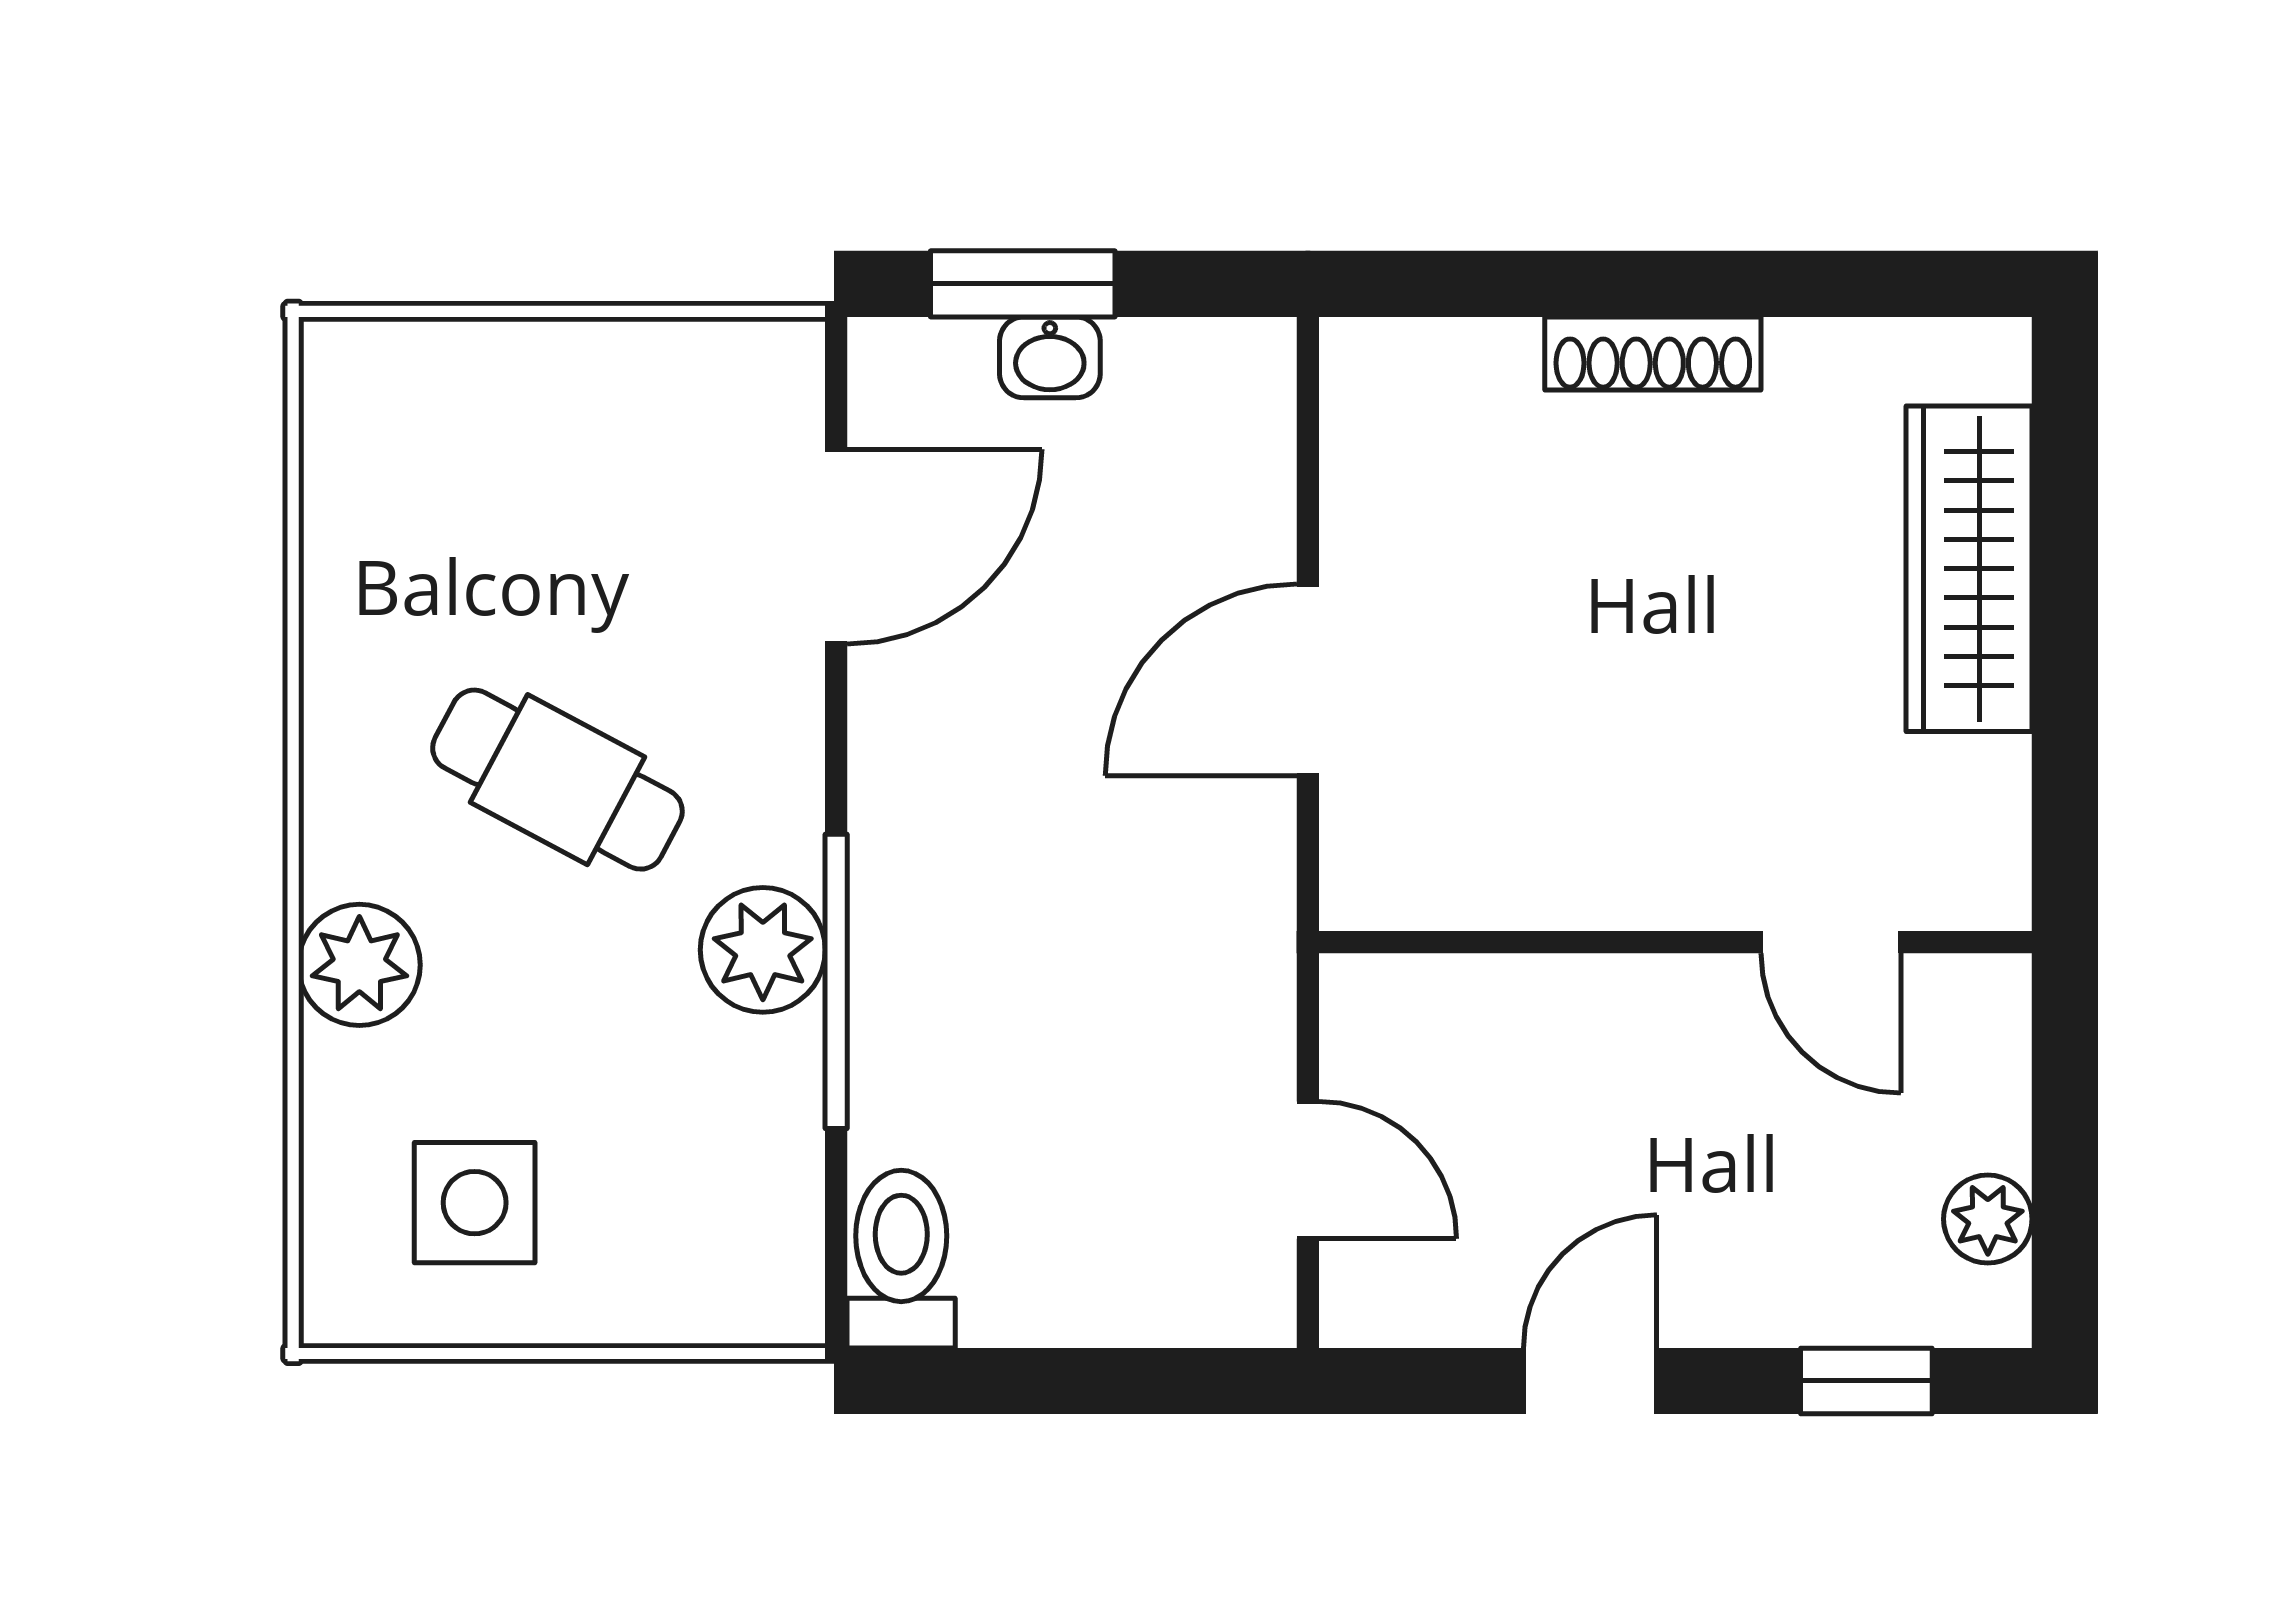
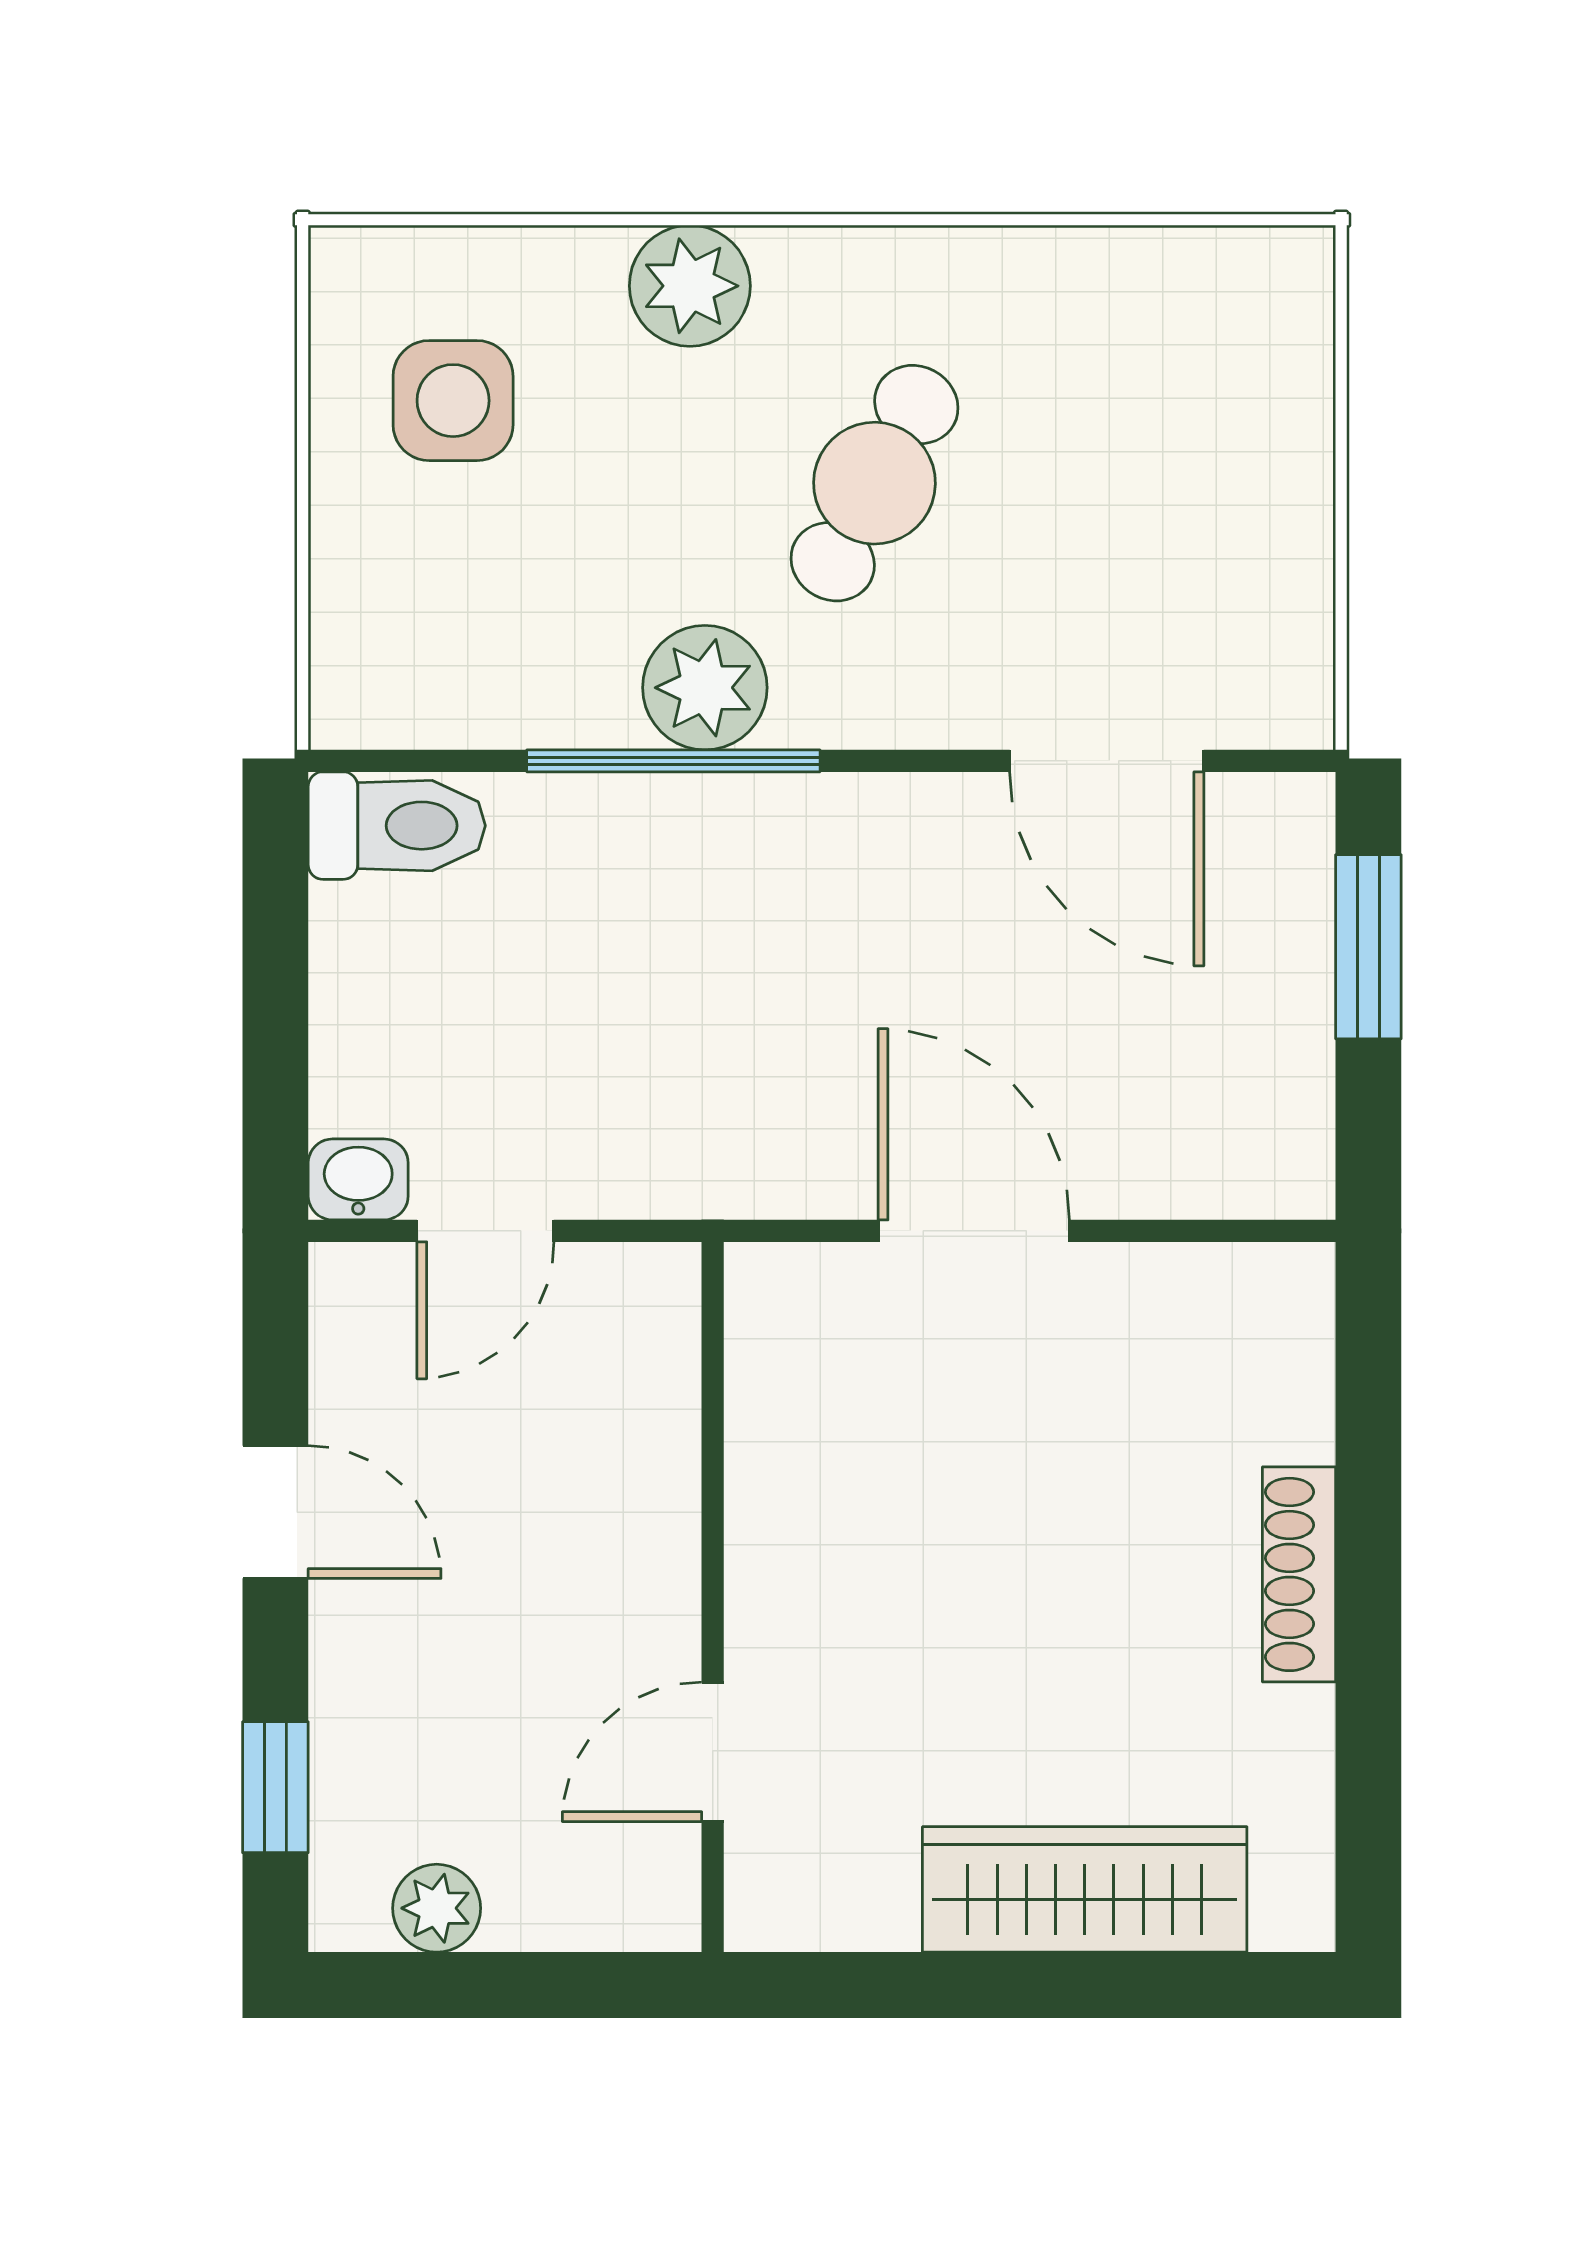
washbasin: (1050, 357) -> (358, 1179), moved, turned 90

